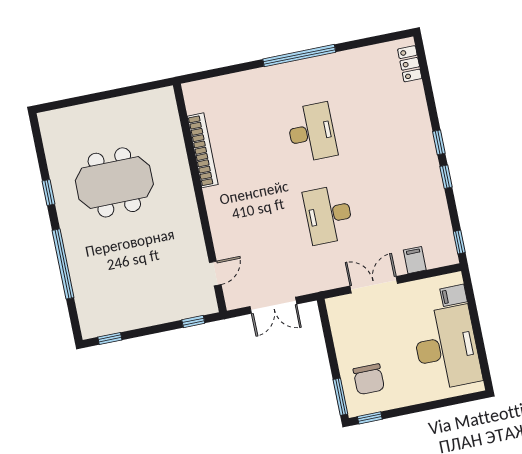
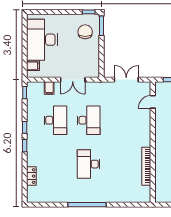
locker: (410, 64) -> (31, 176), moved
desk: (391, 202) -> (55, 120), added

